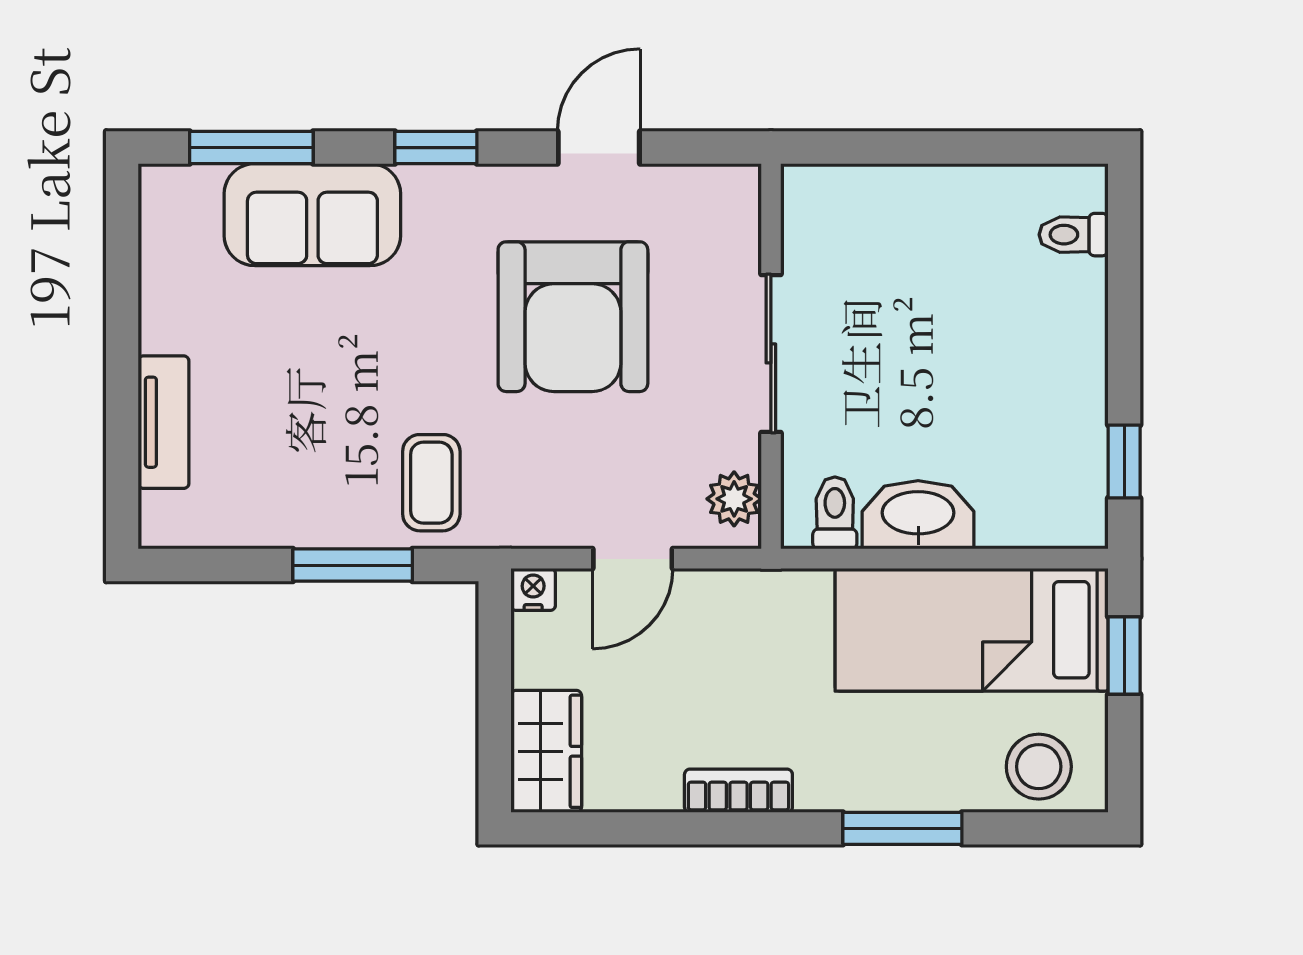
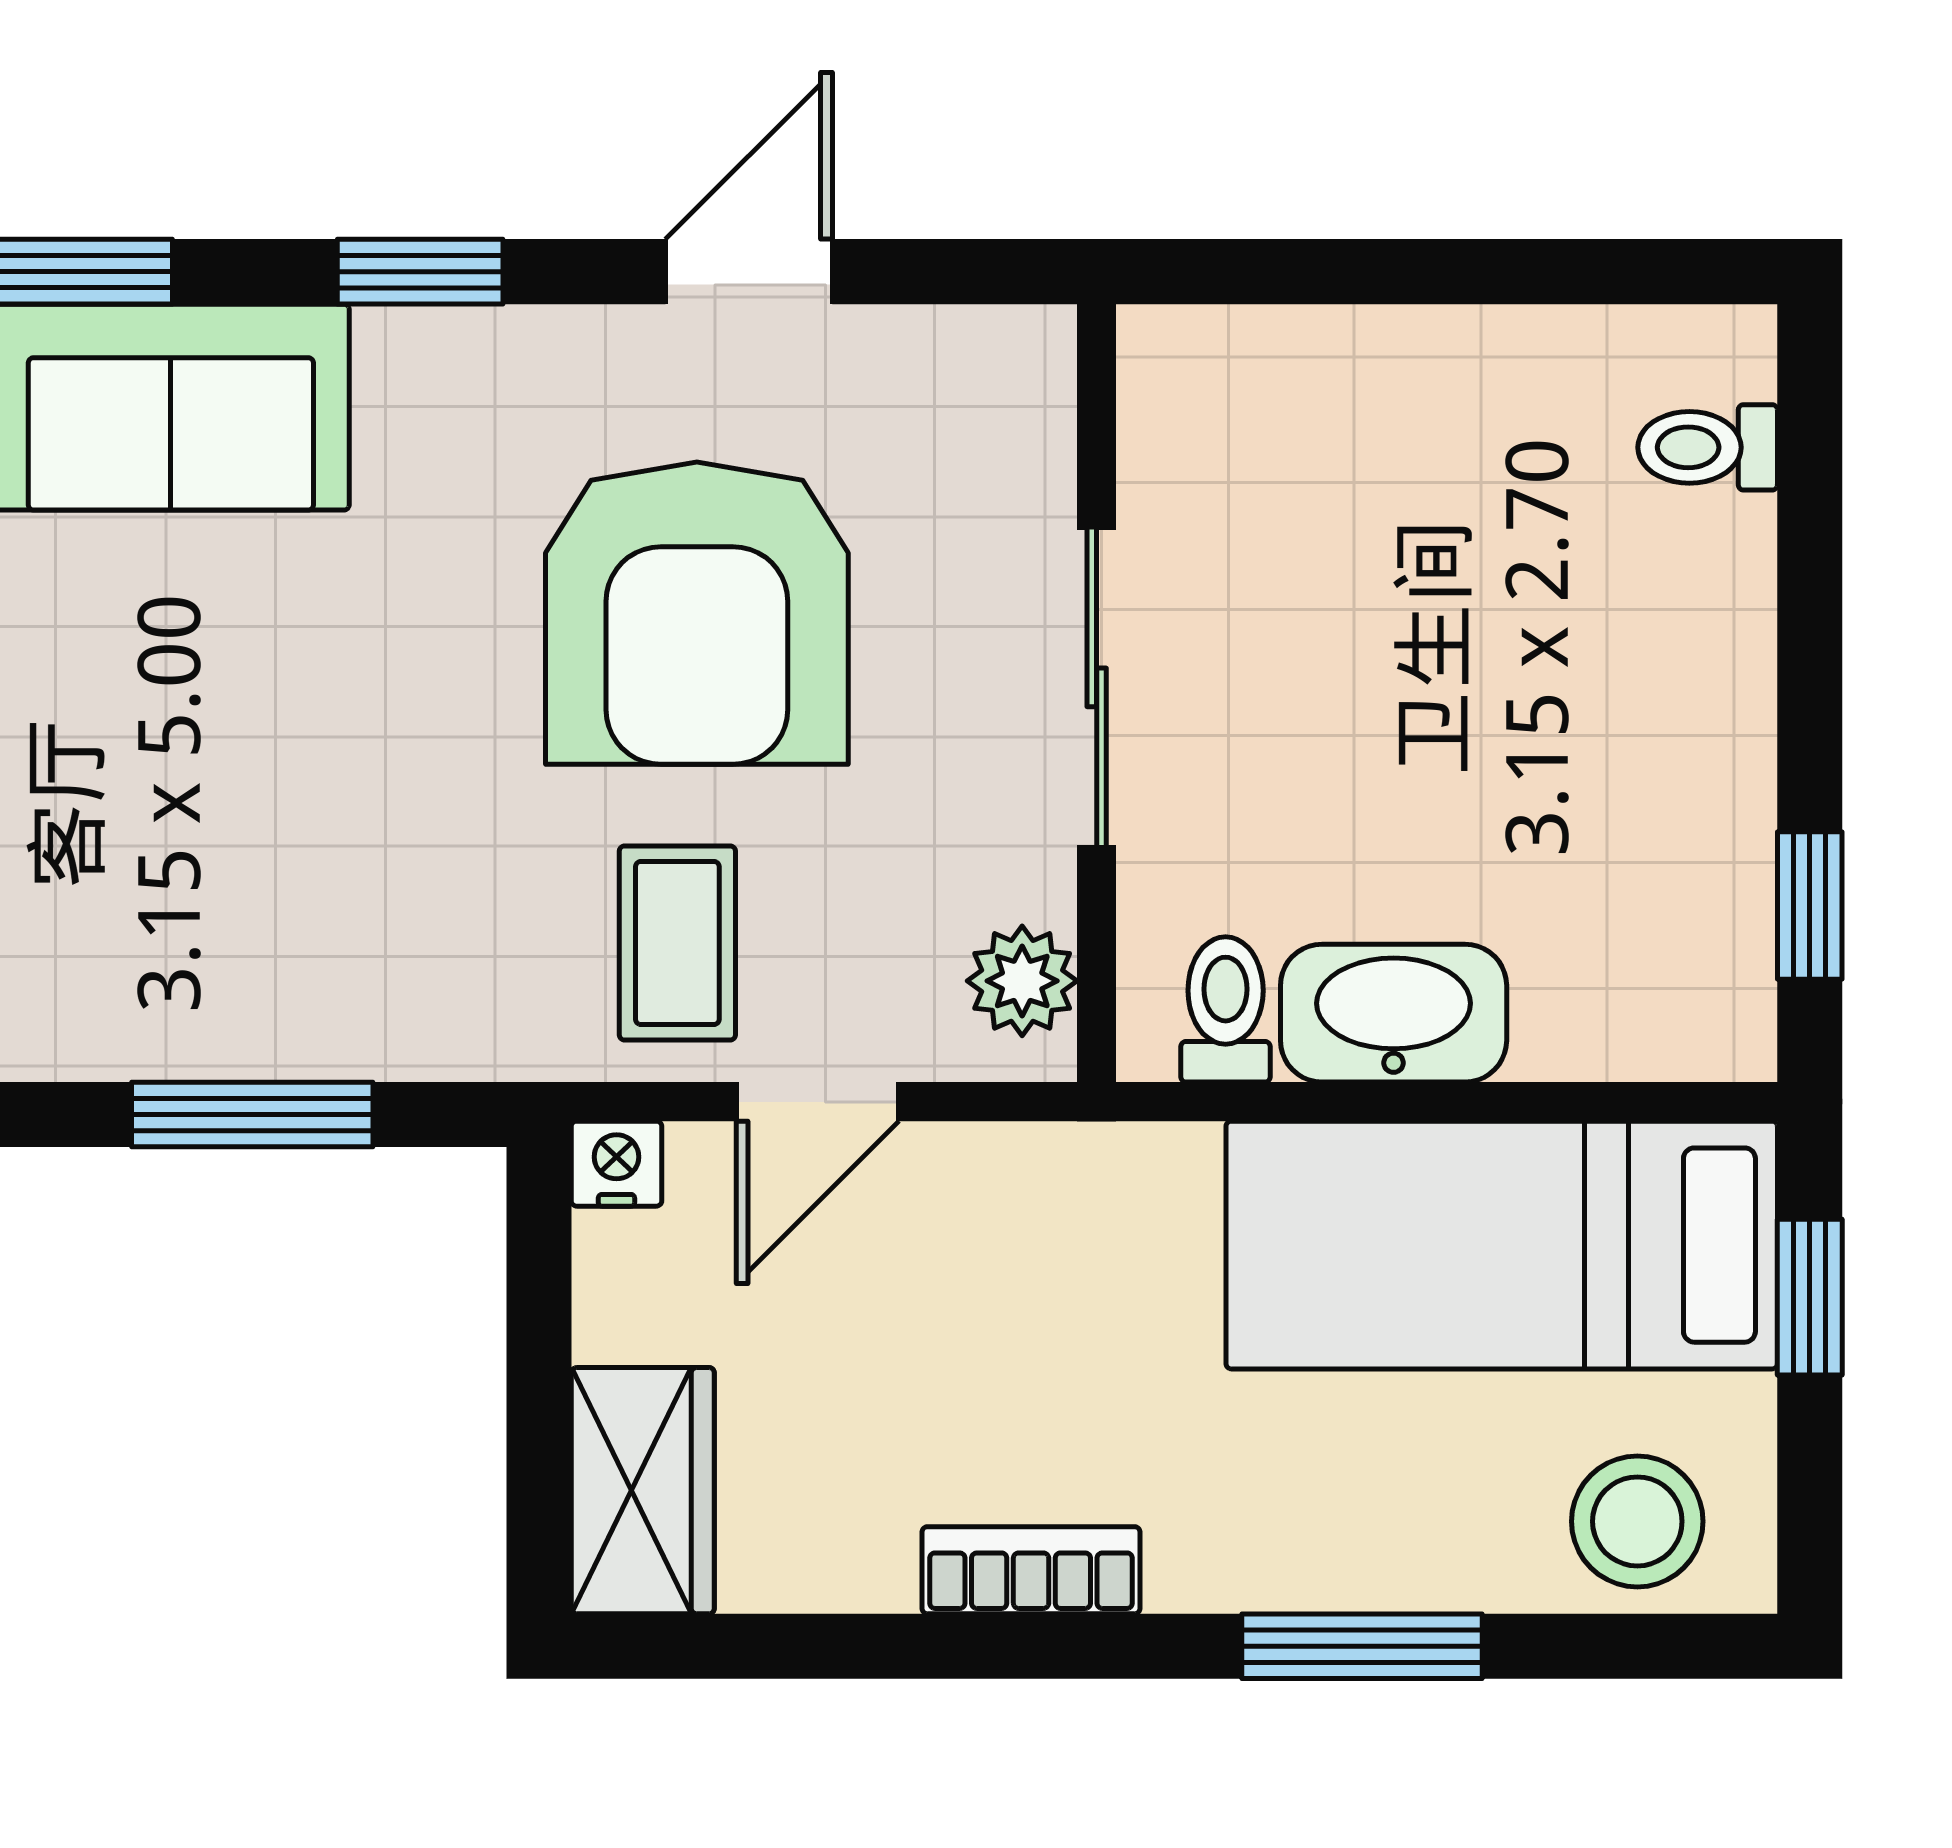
coffee table: (431, 483) -> (677, 943), moved

